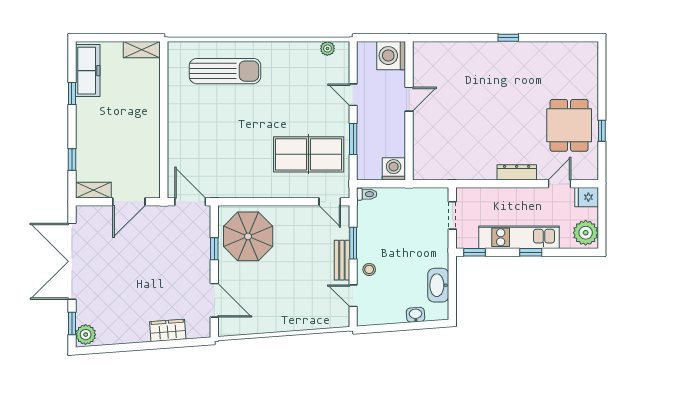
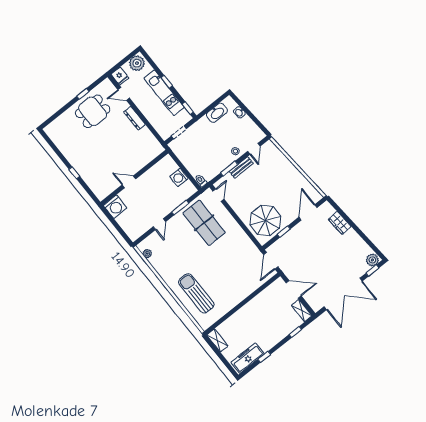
washing machine: (391, 56) -> (115, 207), moved
door: (409, 99) -> (129, 182), moved
wall: (409, 111) -> (134, 178), moved

